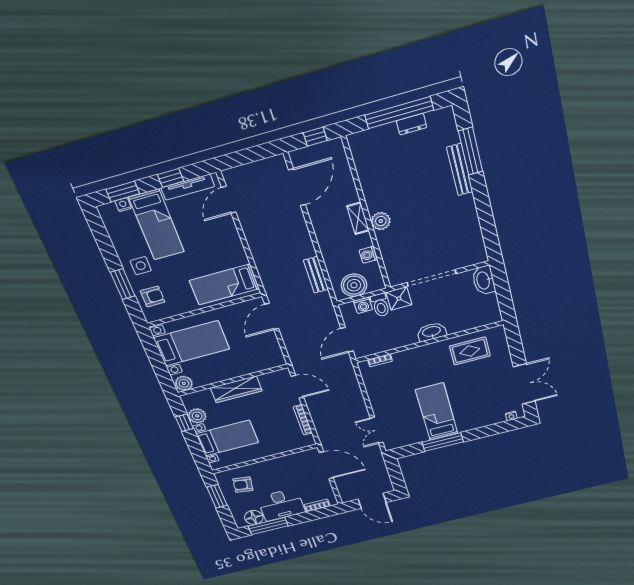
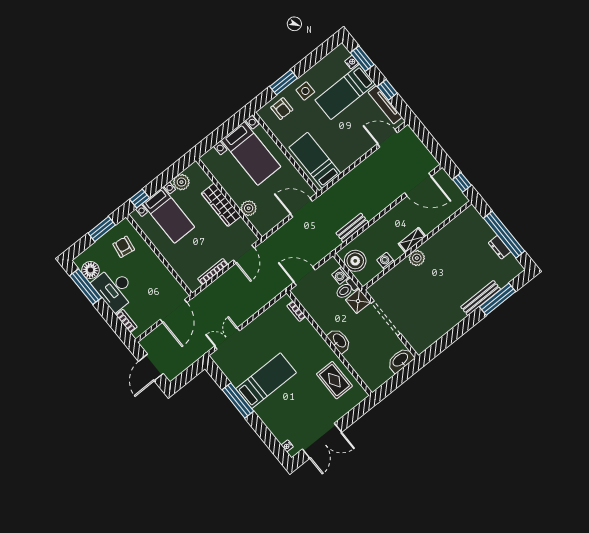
plant: (184, 383) -> (249, 208), moved
window: (184, 423) -> (140, 198), moved

